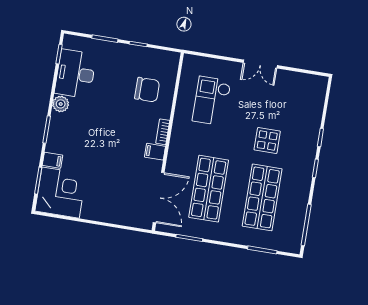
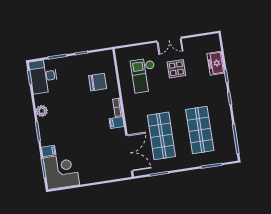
desk: (75, 74) -> (44, 76), moved
freezer: (312, 116) -> (216, 63), added
display table: (267, 141) -> (176, 69), moved

